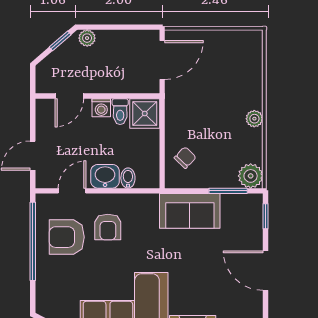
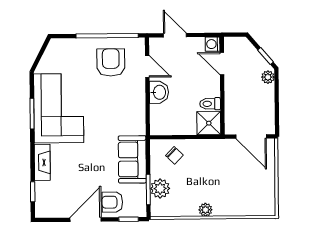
washing machine: (101, 108) -> (213, 44), moved
plant: (251, 176) -> (160, 188), moved
bidet: (128, 178) -> (158, 110), removed
armchair: (108, 227) -> (112, 202), moved

